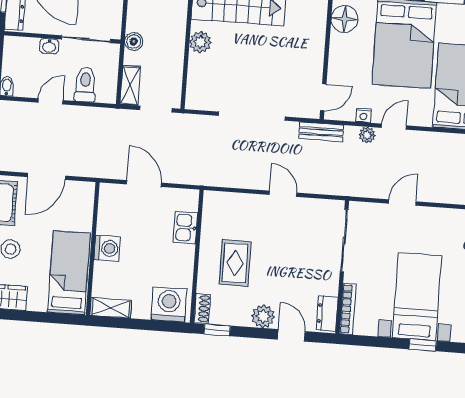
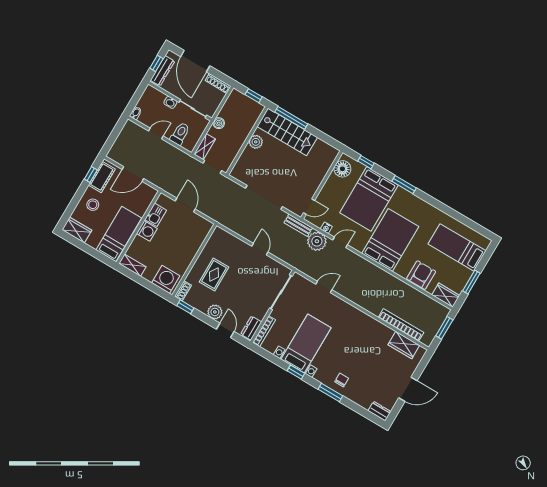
plant: (367, 135) -> (317, 241), width x1.88, depth x1.88
kitchen sink: (185, 228) -> (156, 215), moved, turned 180

